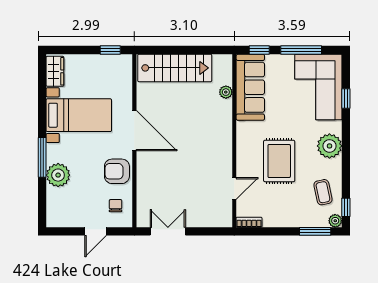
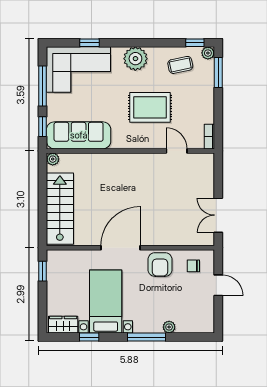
plant: (226, 92) -> (53, 159), moved
window: (42, 98) -> (89, 337), added
plant: (58, 175) -> (169, 327), width x0.53, depth x0.53

